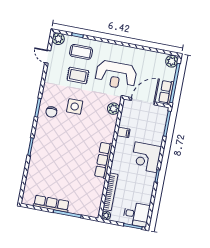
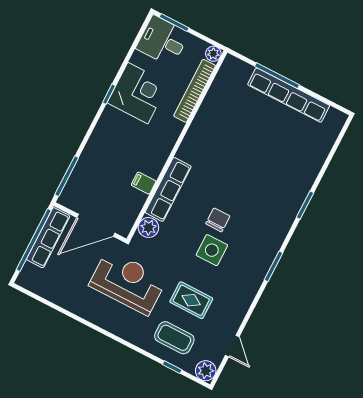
plant: (172, 61) -> (28, 277), removed
row of seats: (166, 92) -> (48, 238), width x1.48
chair: (51, 112) -> (218, 220), moved
corner desk: (146, 157) -> (138, 93), moved
row of seats: (104, 160) -> (168, 189), moved
row of seats: (51, 204) -> (289, 95), width x1.36

